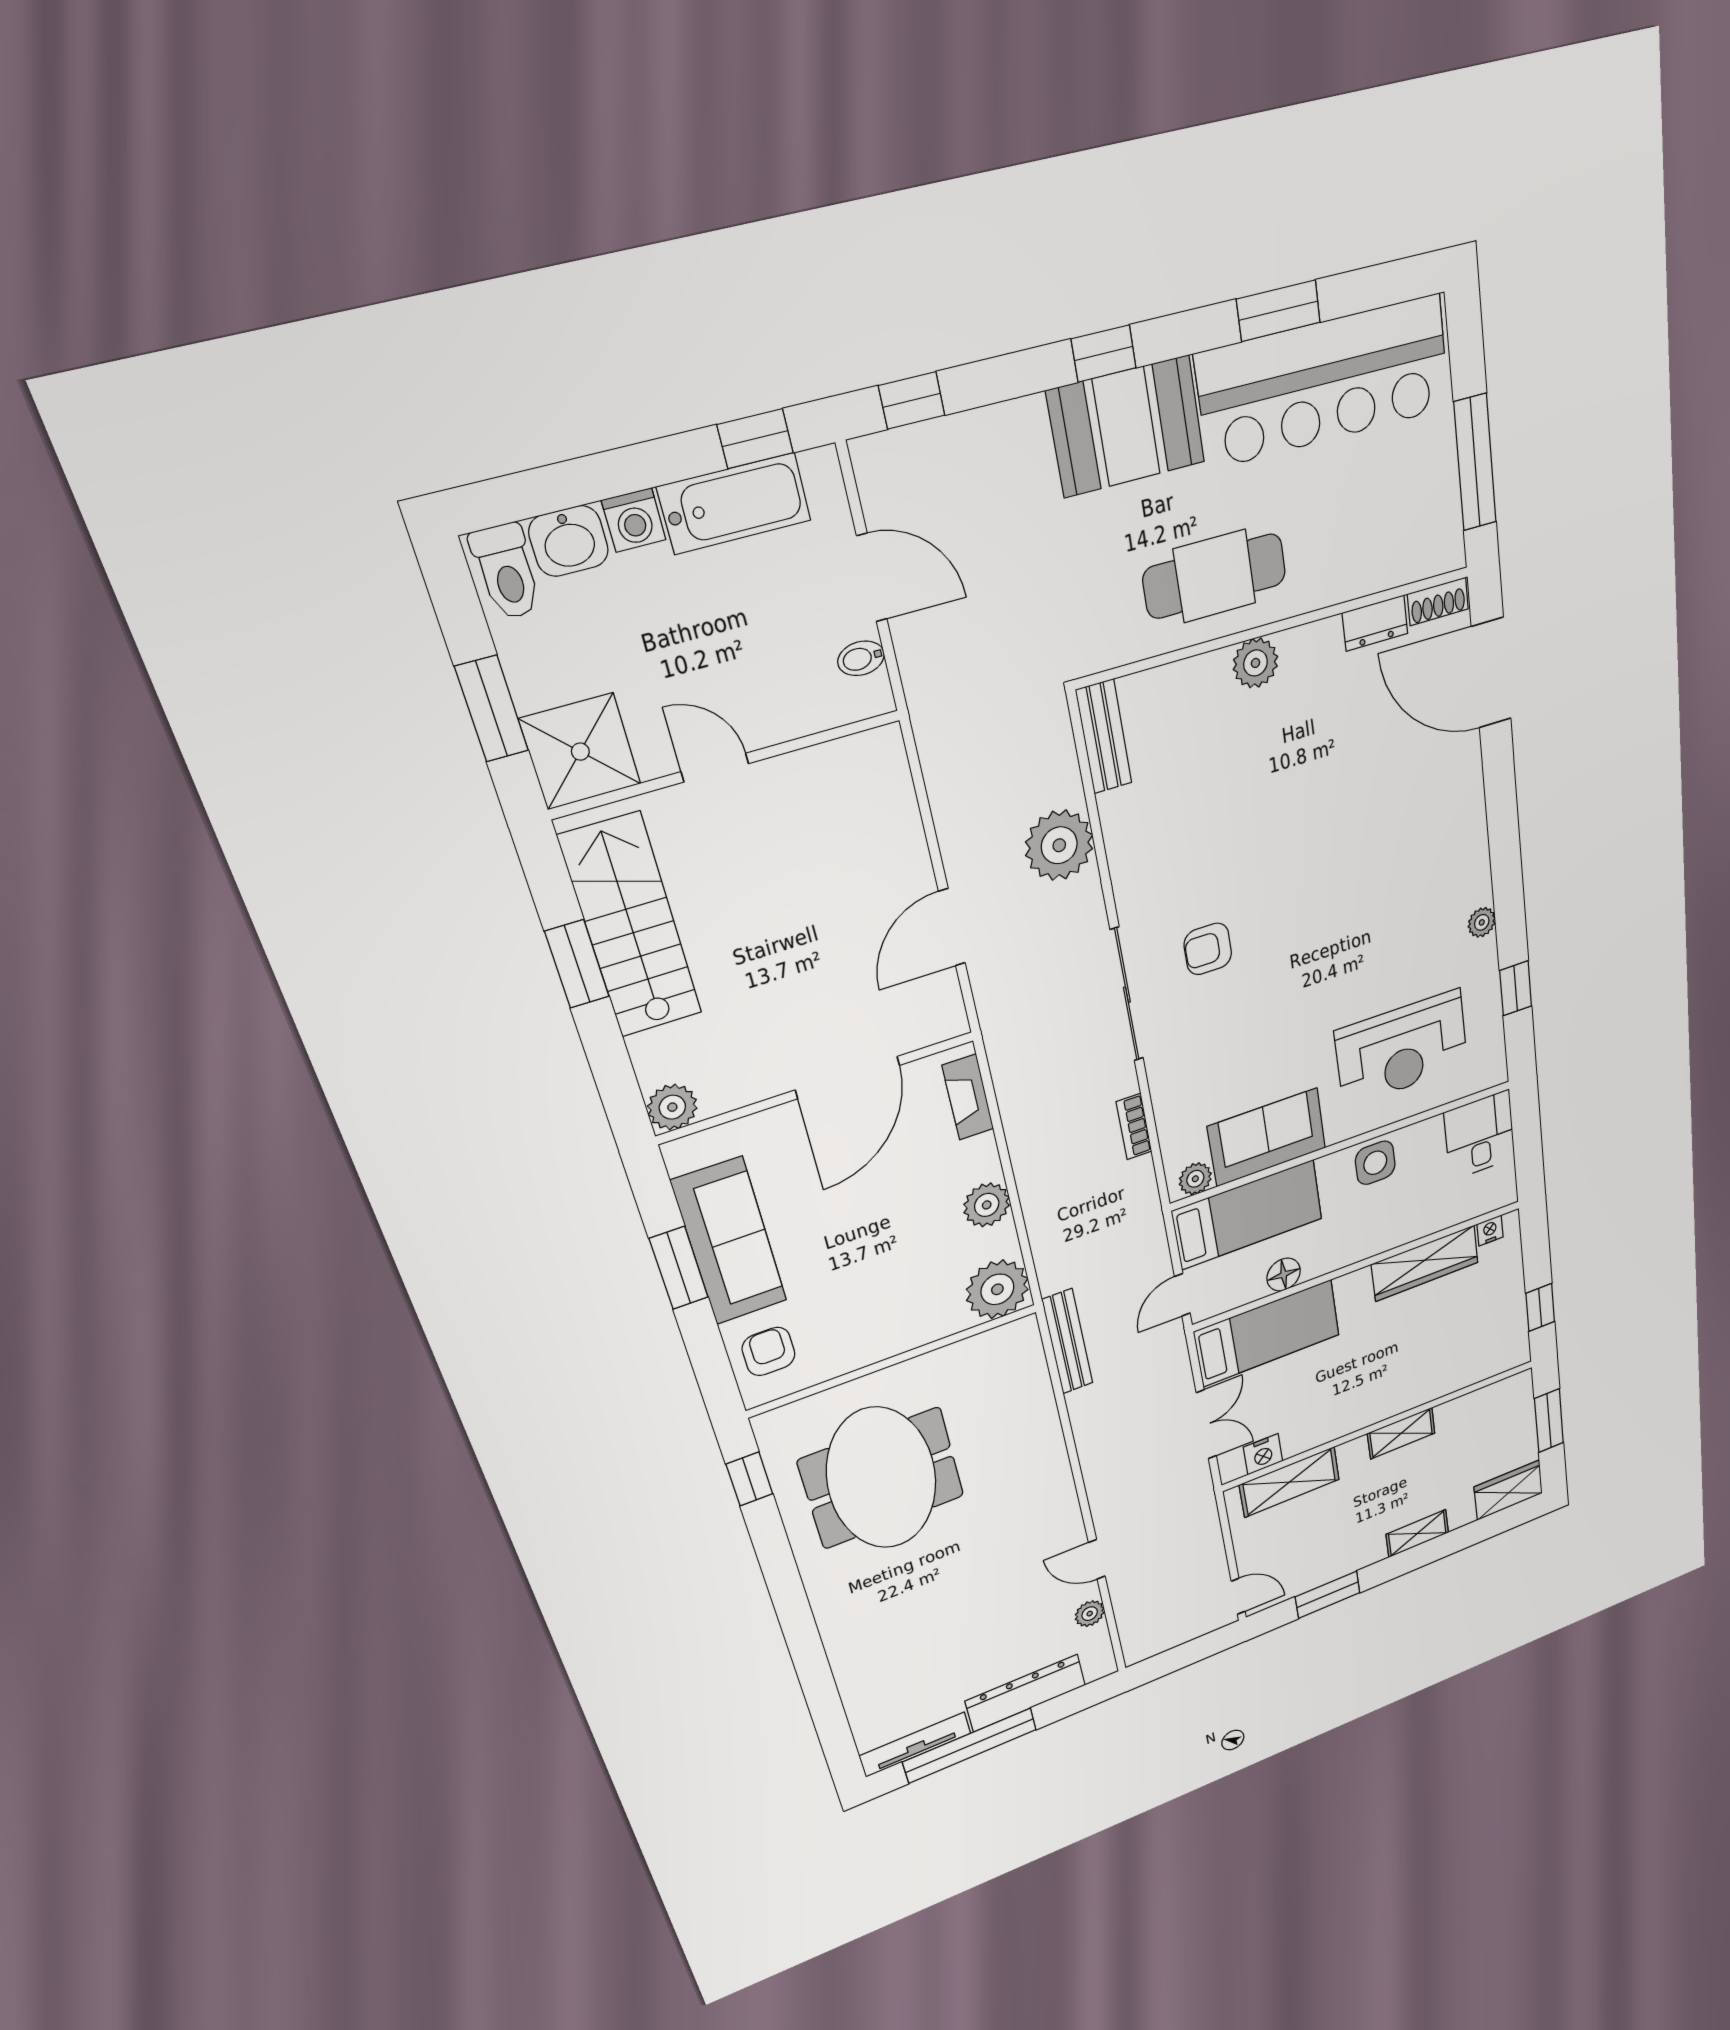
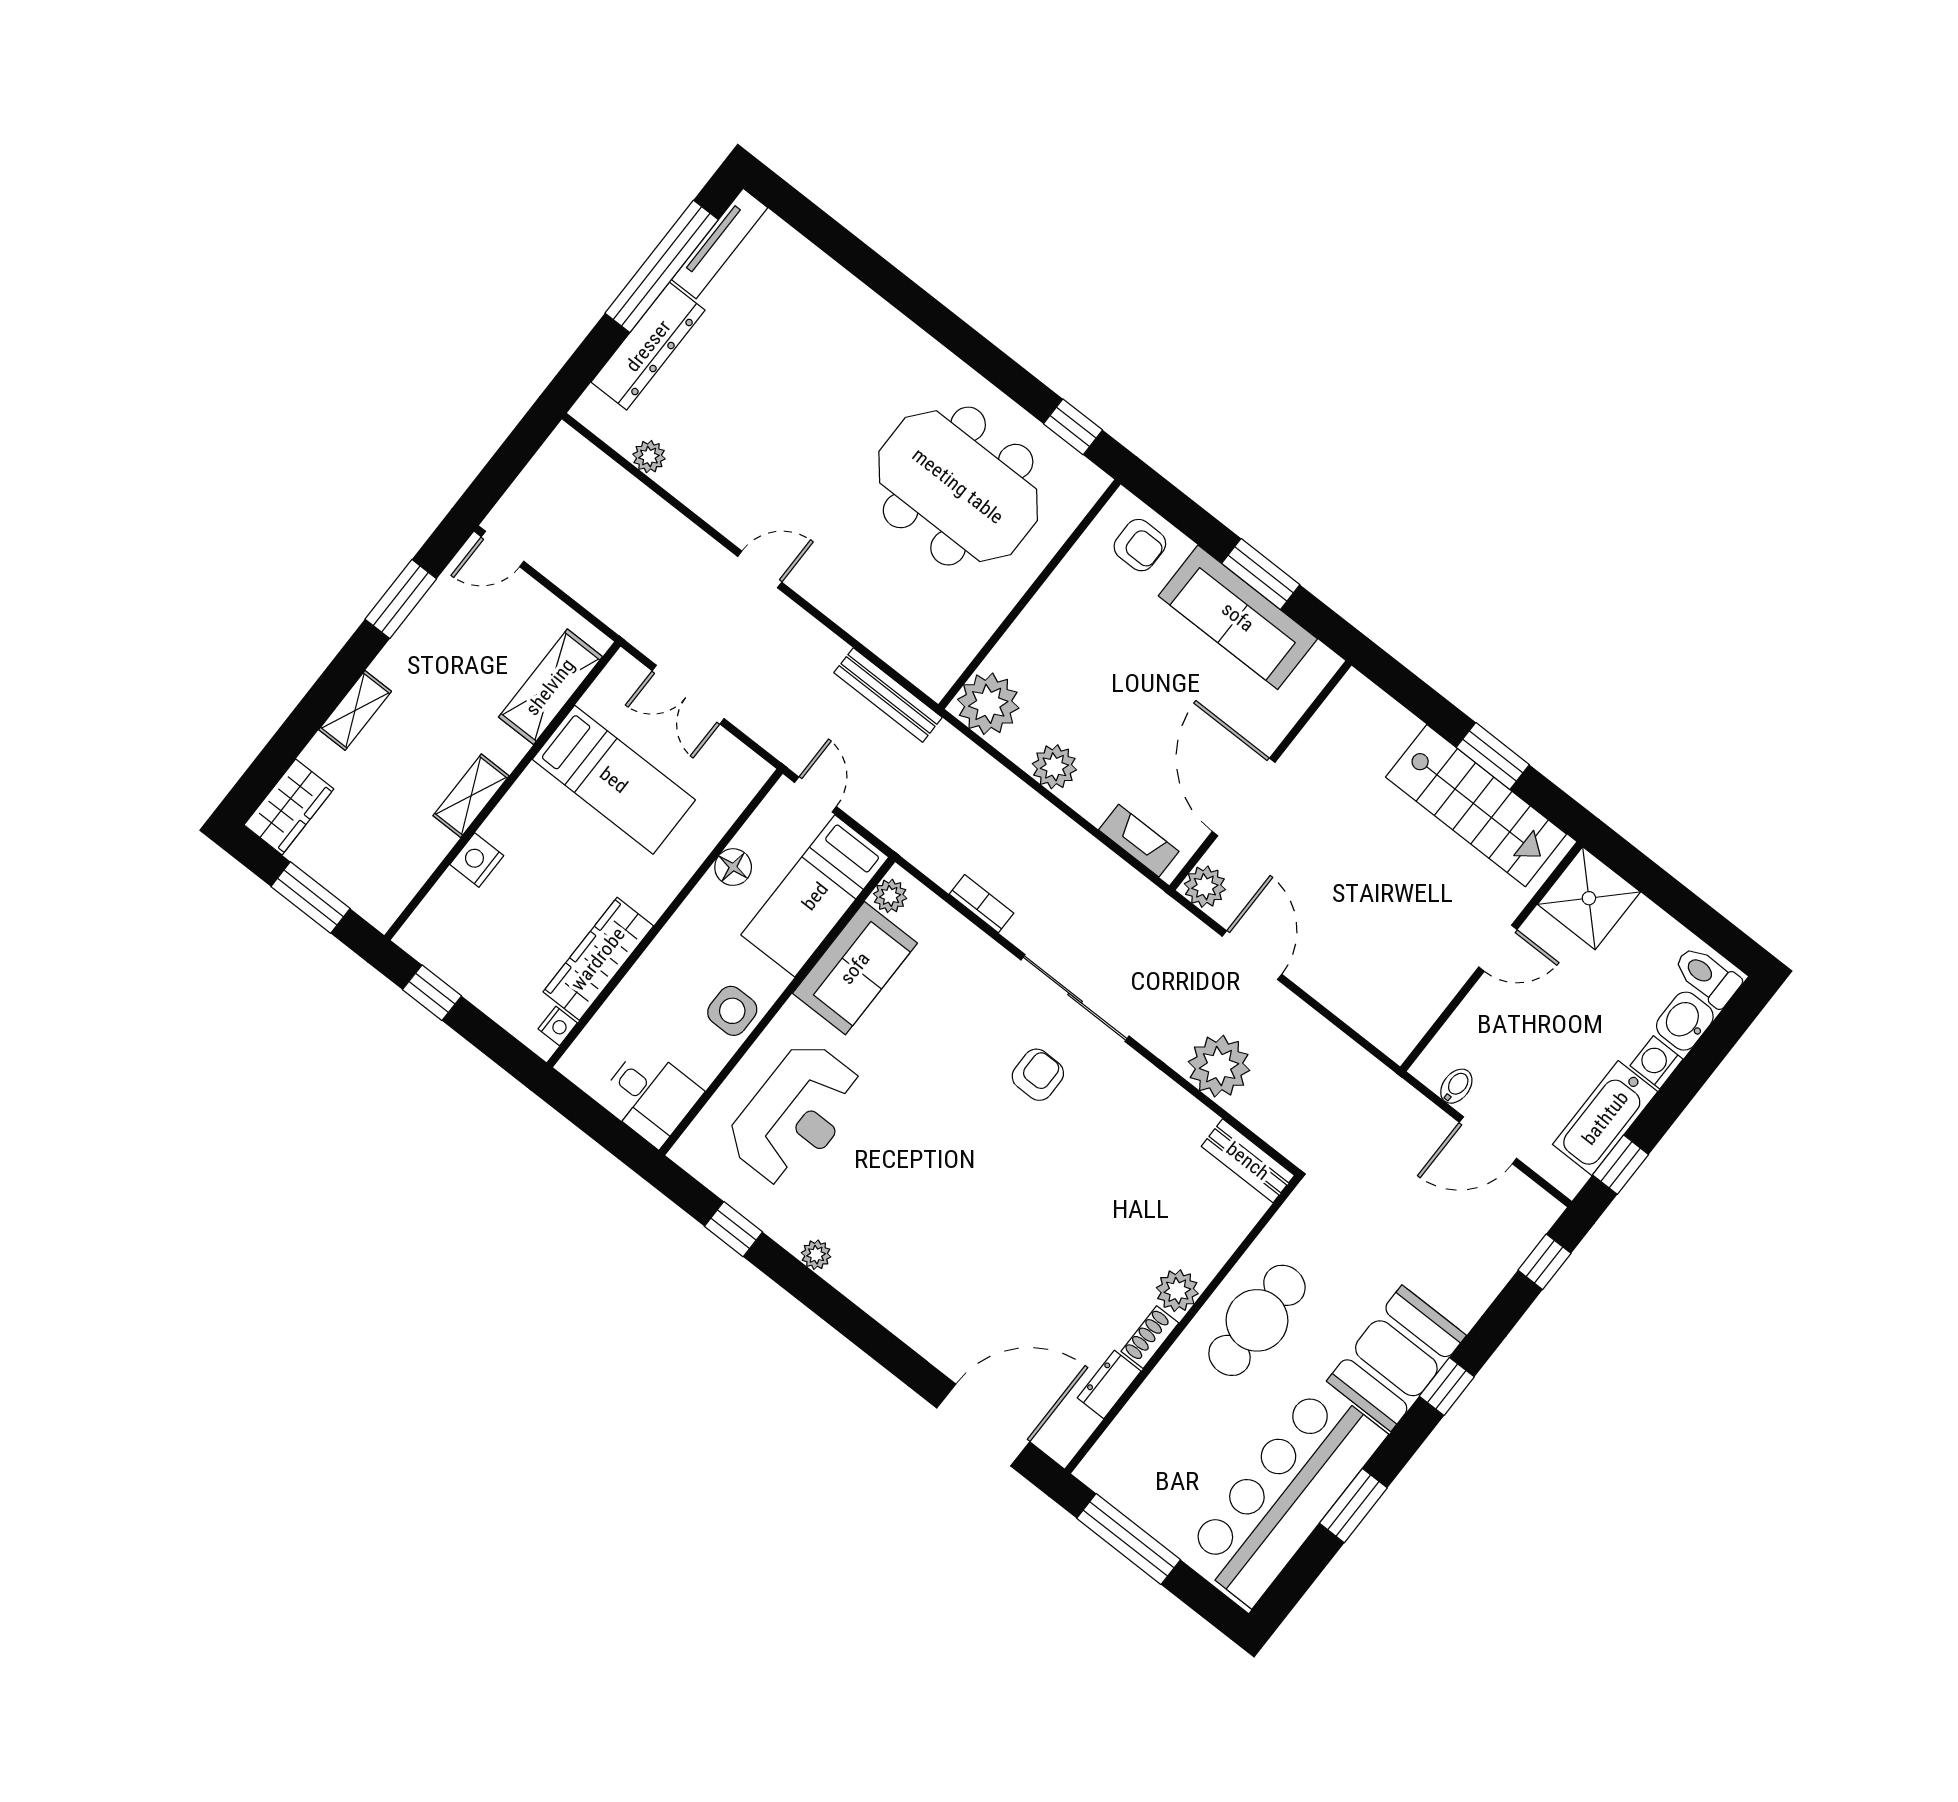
shoe rack: (1438, 602) -> (1150, 1337), moved
window: (492, 709) -> (1660, 887), removed
reception desk: (1402, 1049) -> (796, 1114), turned 180
plant: (672, 1107) -> (1205, 887), moved
bed: (1267, 1333) -> (614, 780), moved, turned -90
nightstand: (1263, 1454) -> (477, 860), moved
door: (1097, 1559) -> (760, 569), moved

